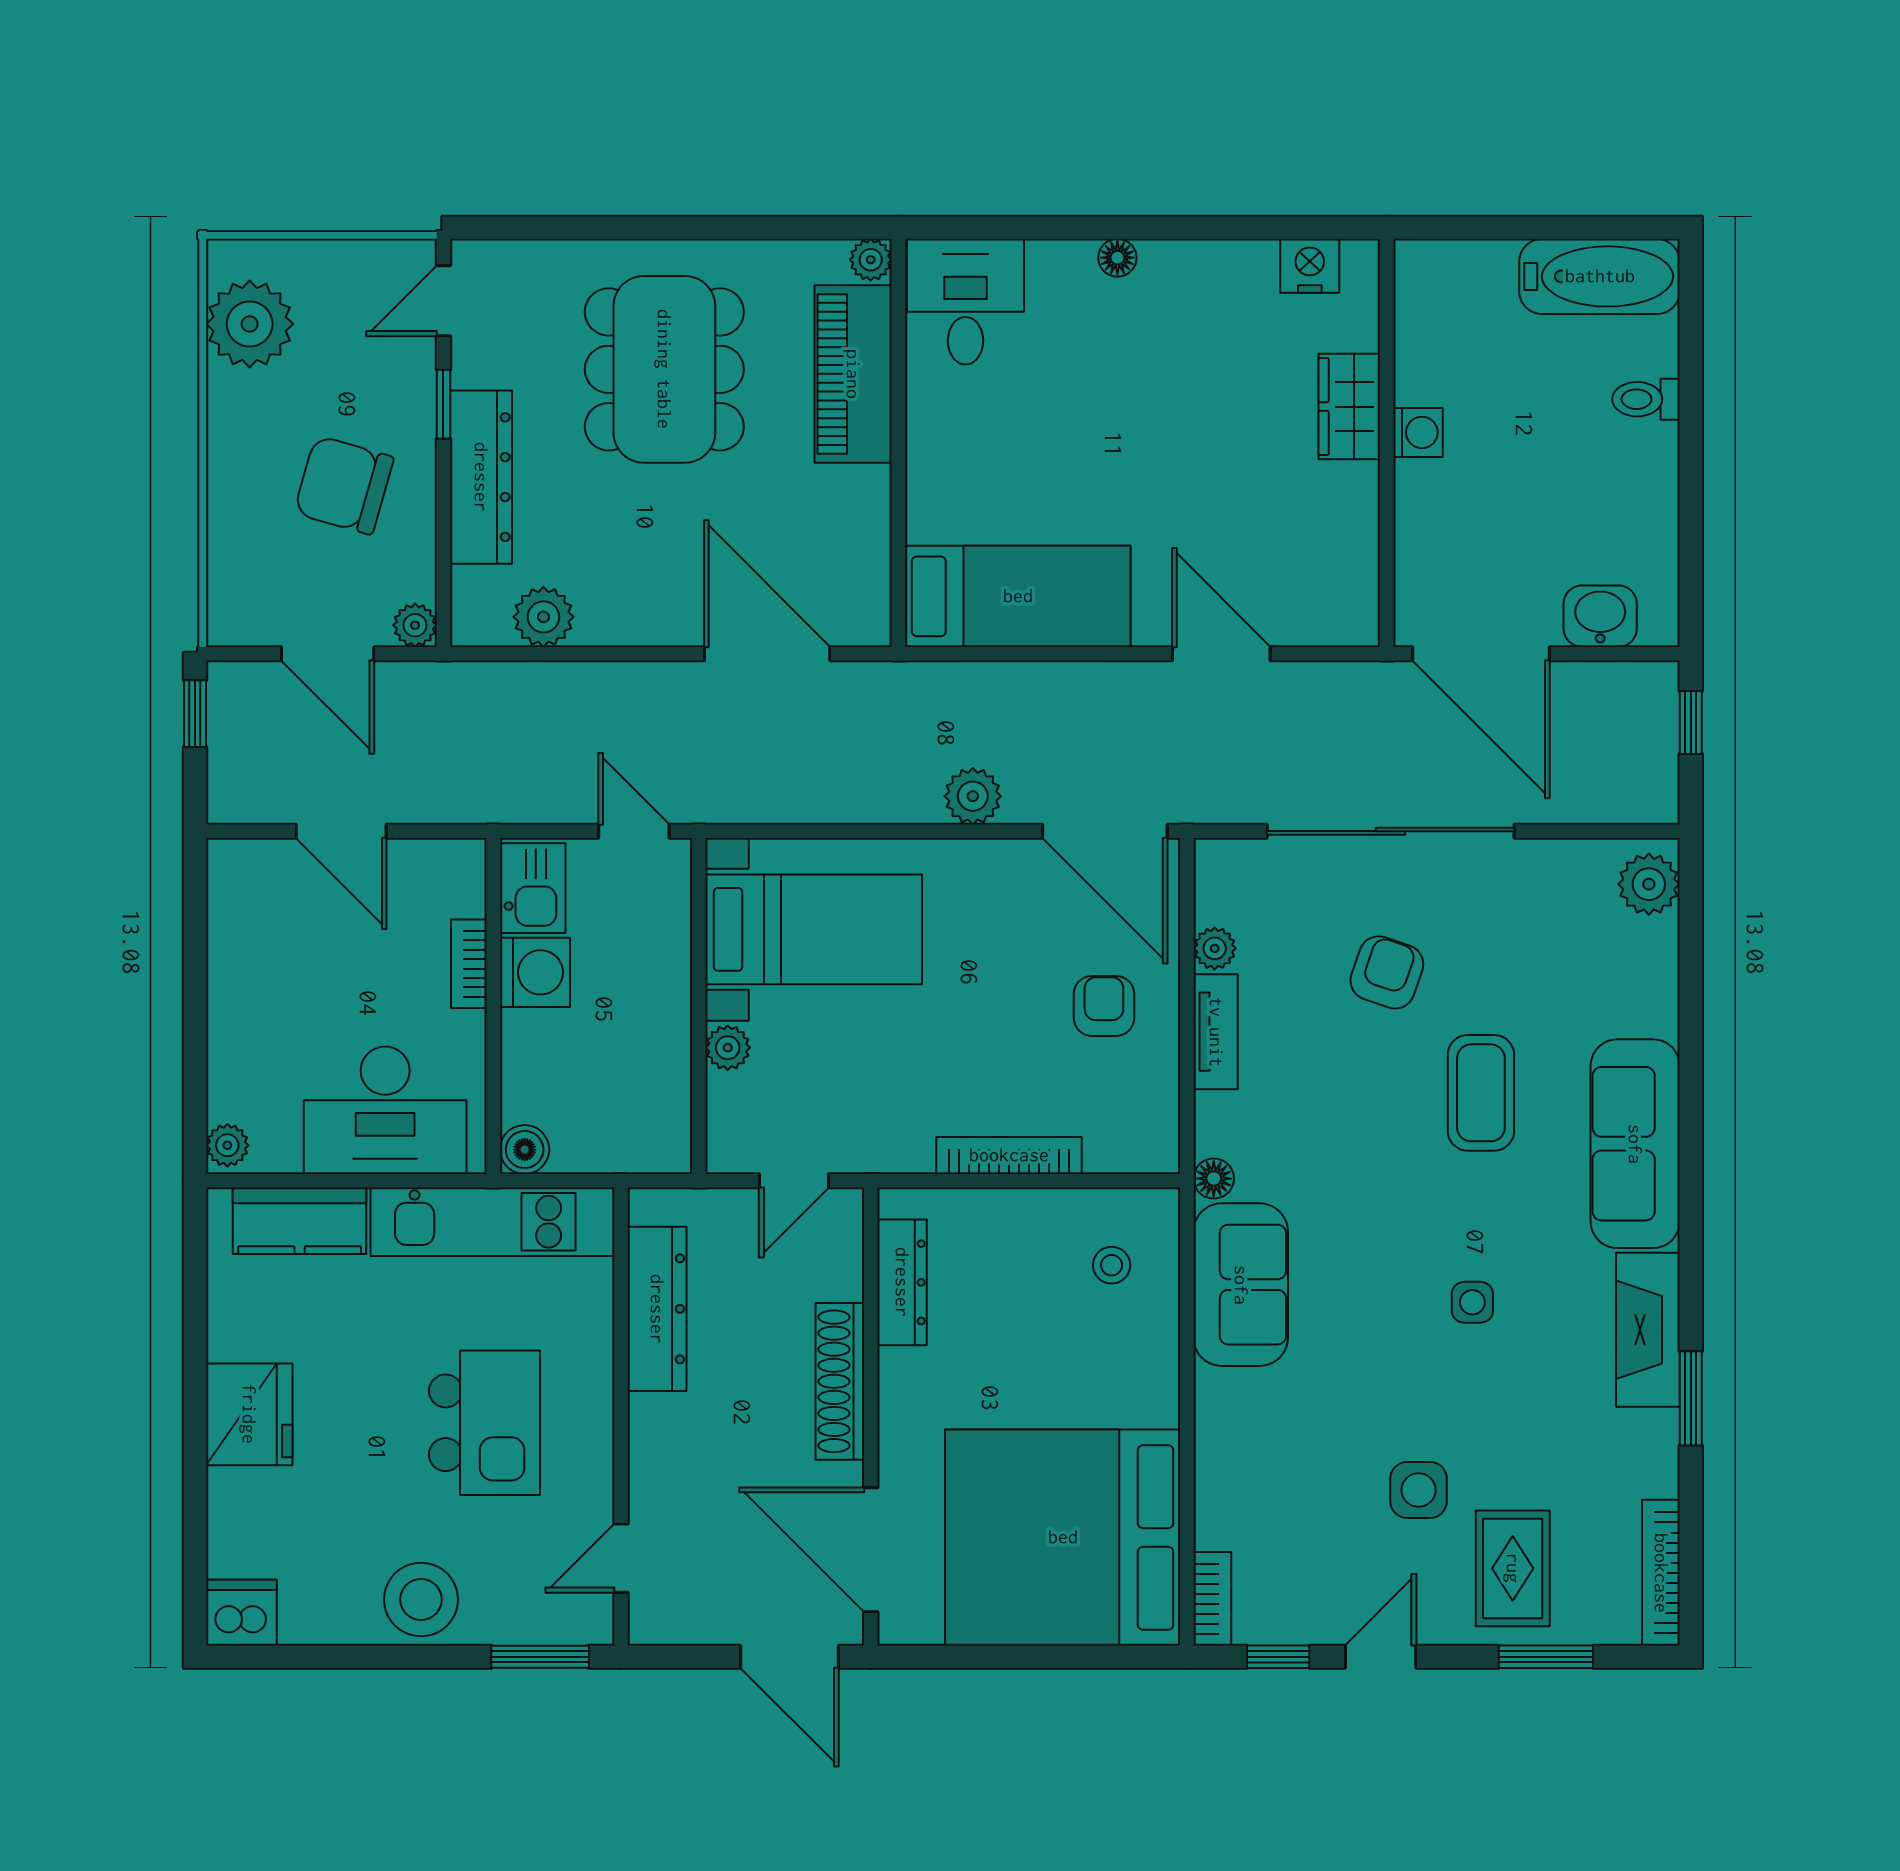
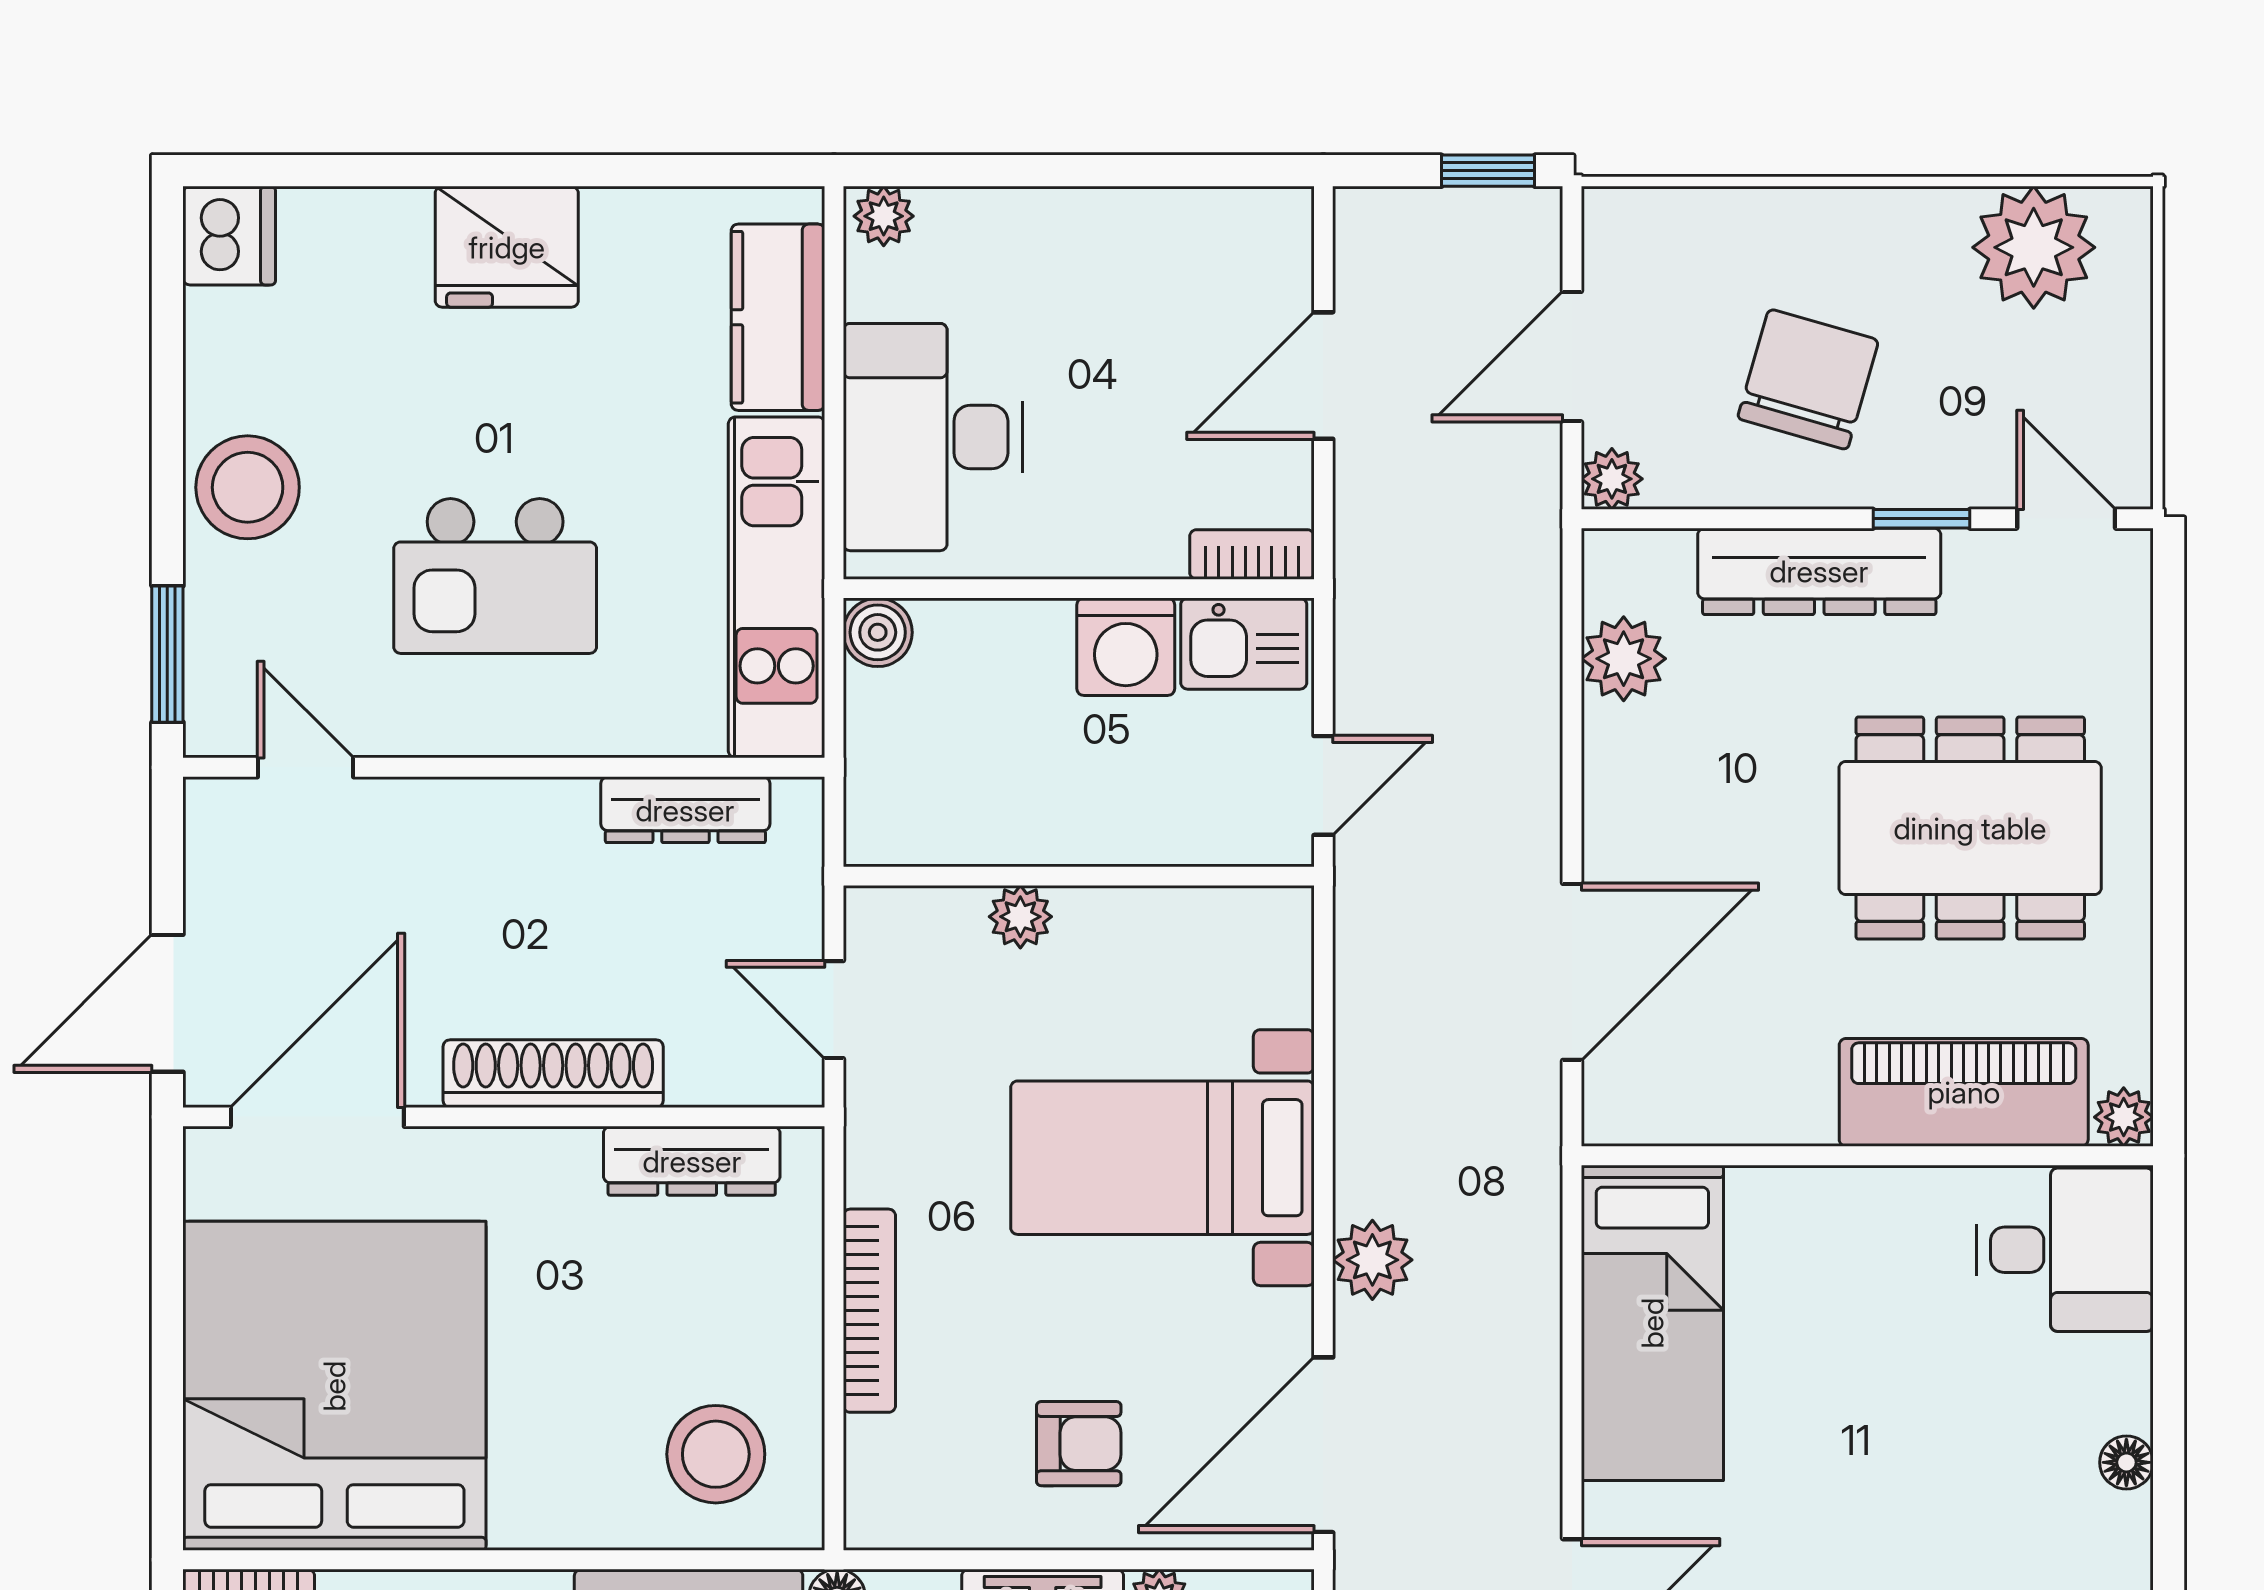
bed with nightstands: (814, 929) -> (1162, 1158), moved, turned 90
bookcase: (469, 964) -> (1252, 554), moved
stool: (1112, 1265) -> (716, 1454), width x1.89, depth x1.89
dresser: (657, 1309) -> (685, 810), width x0.73, depth x0.80

